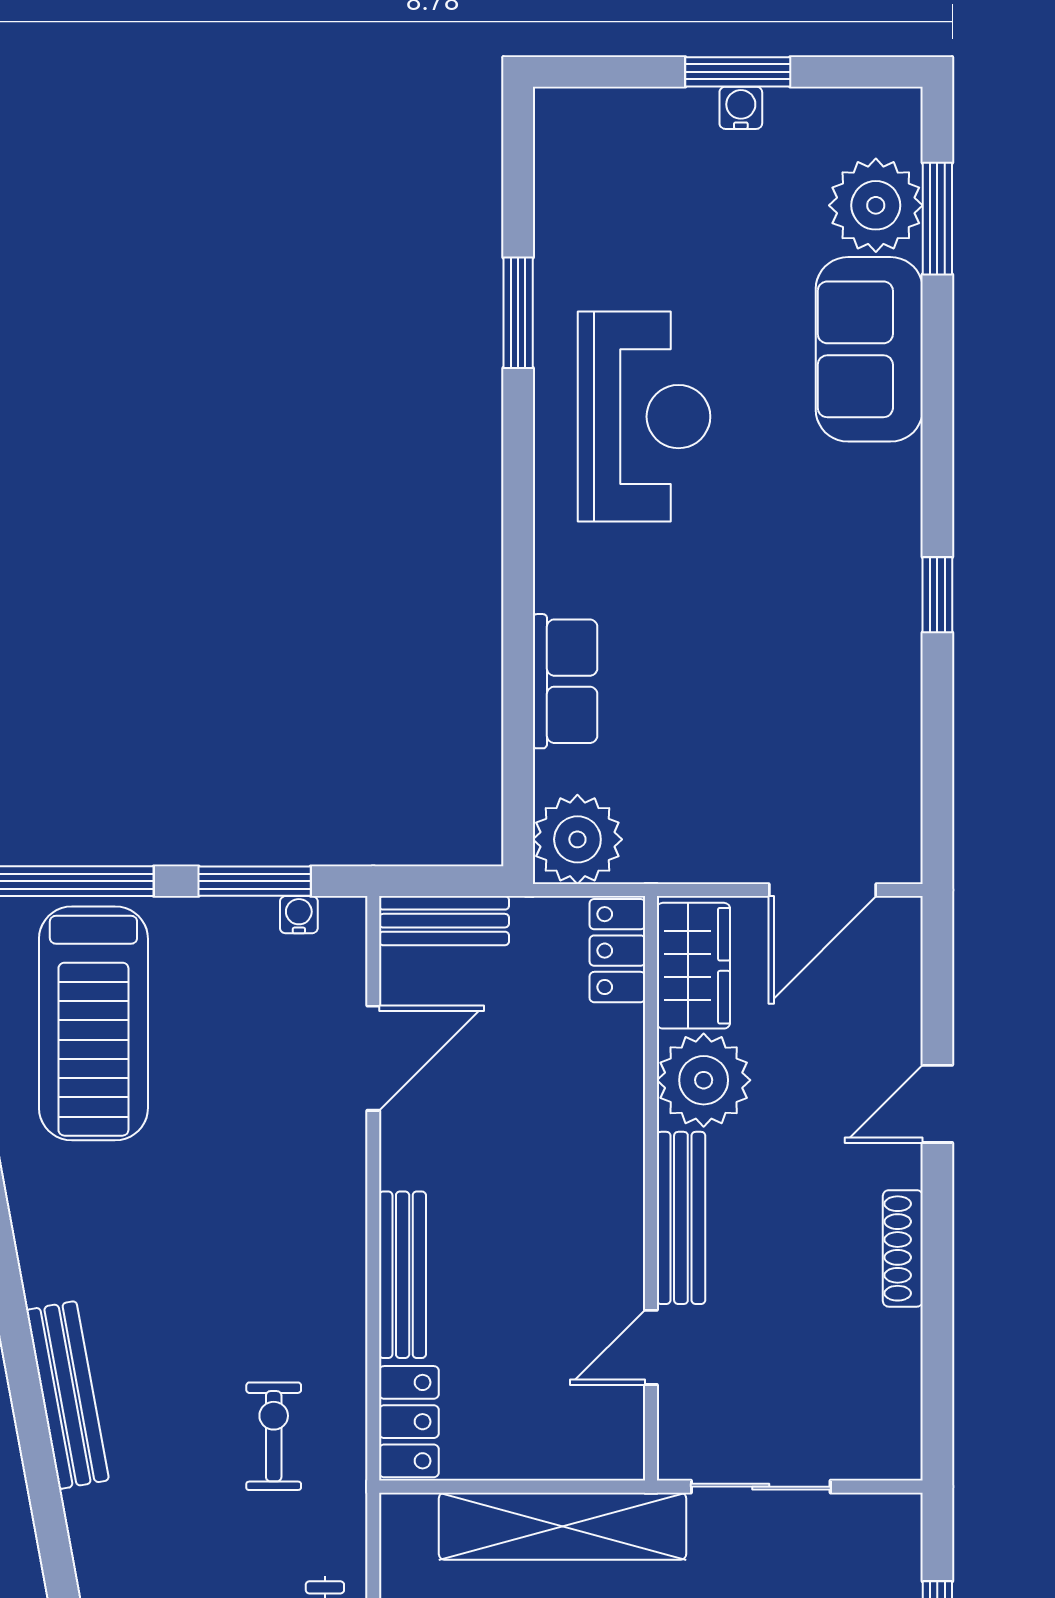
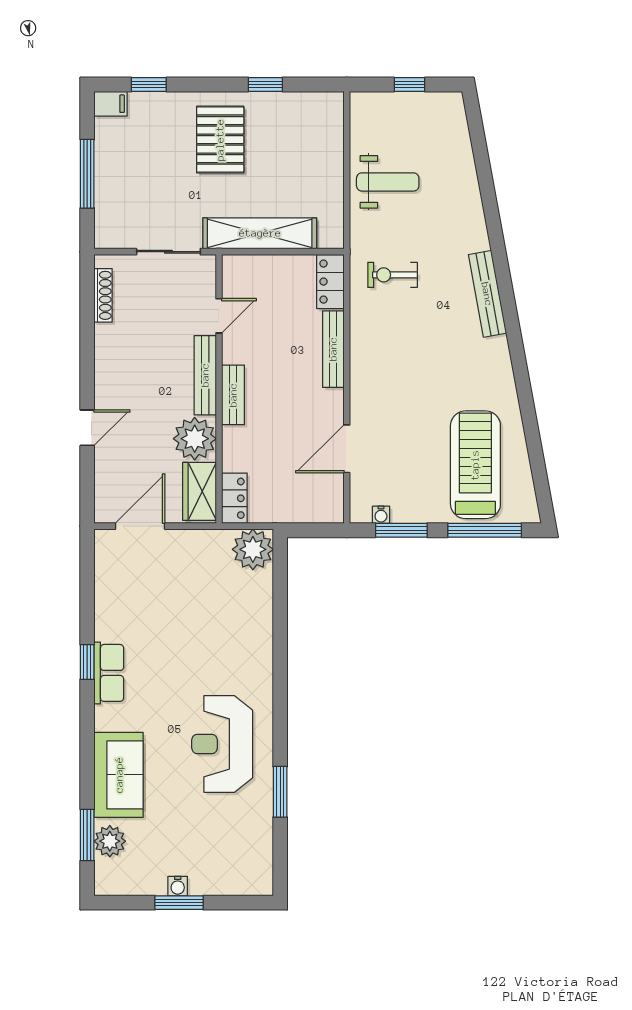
plant: (876, 205) -> (110, 841), width x0.73, depth x0.73
row of seats: (565, 681) -> (109, 673), moved, turned 180
bench: (444, 921) -> (233, 395), moved, turned 90
shoe rack: (903, 1248) -> (103, 295), moved
exercise bike: (274, 1436) -> (393, 275), turned 90

